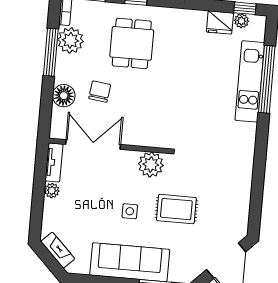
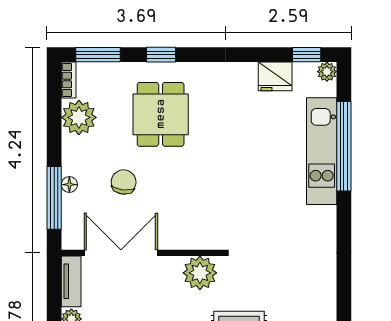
plant: (242, 21) -> (327, 72), moved
window: (51, 52) -> (54, 198), moved
floor lamp: (64, 96) -> (69, 185), width x0.53, depth x0.53

